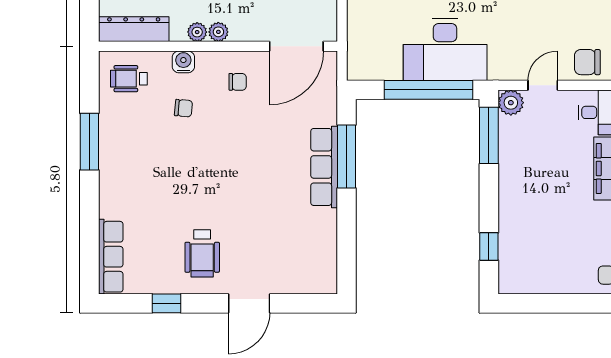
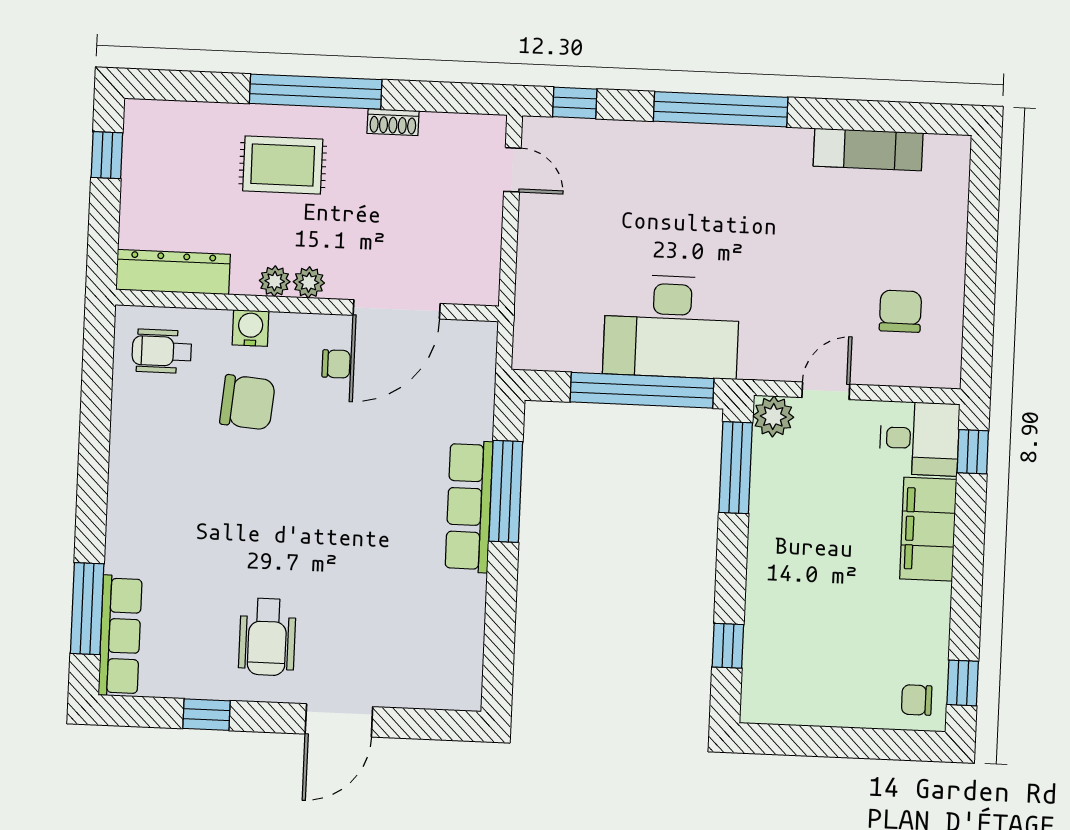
door: (296, 46) -> (397, 309), moved
chair: (587, 62) -> (900, 311), moved, turned 90
chair: (183, 108) -> (247, 402), width x1.87, depth x1.87
window: (89, 142) -> (87, 609), moved

